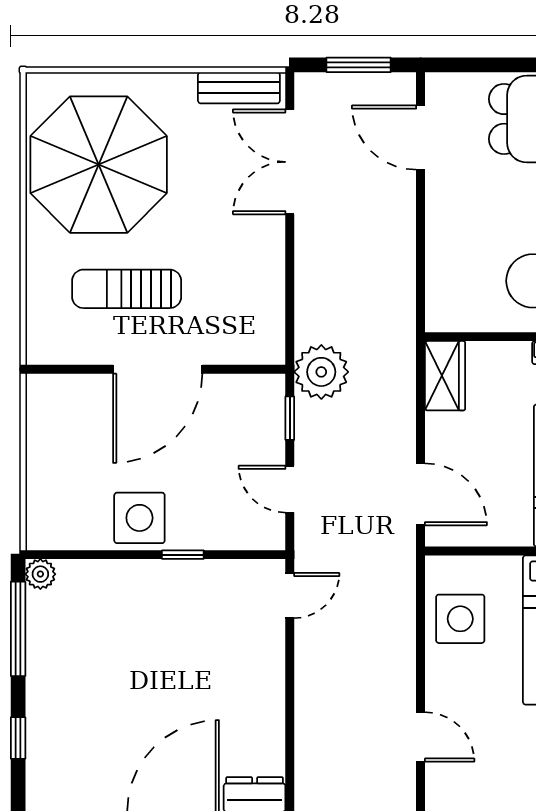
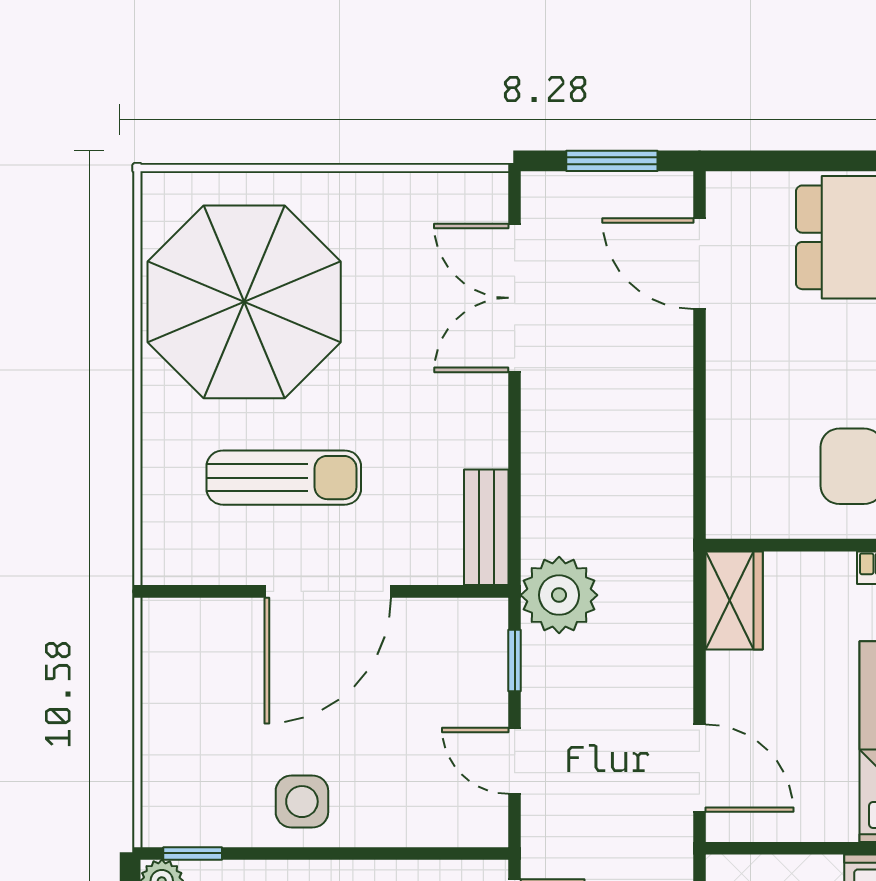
bench: (239, 88) -> (486, 527), moved, turned 90
sun lounger: (127, 289) -> (284, 478), turned 180
side table: (139, 518) -> (302, 802), width x0.73, depth x0.73
window: (183, 555) -> (193, 853), moved

